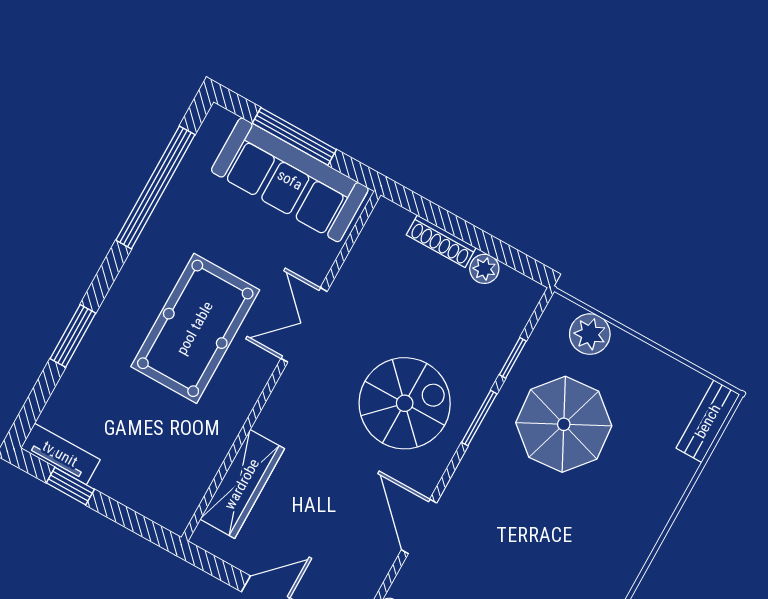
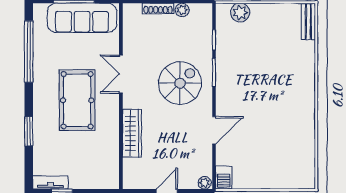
parasol: (564, 424) -> (250, 55), removed
wardrobe: (242, 484) -> (132, 133), moved
door: (419, 526) -> (214, 130), swing flipped

